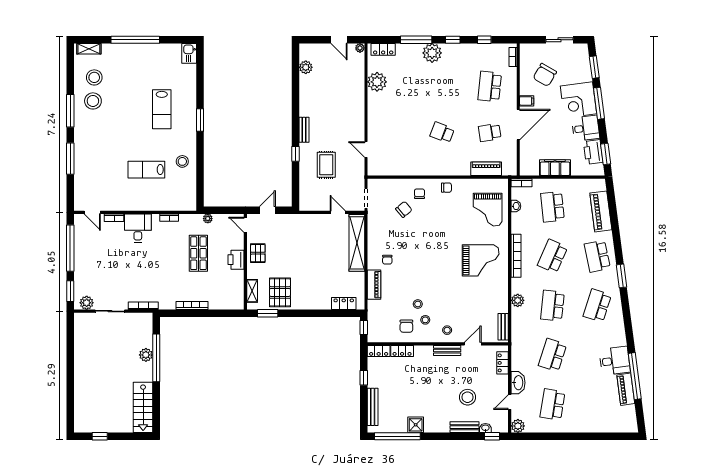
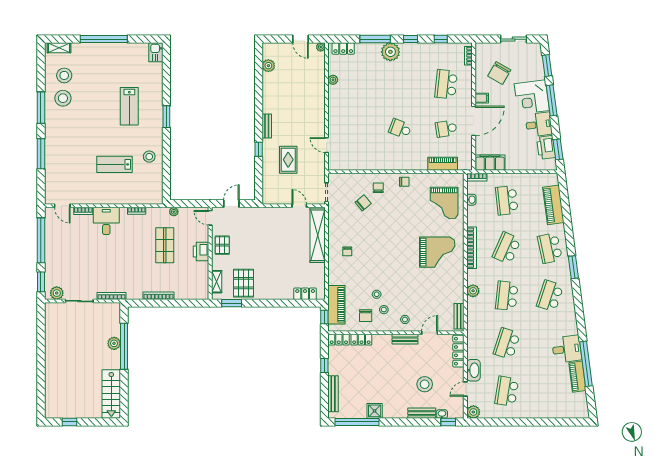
plant: (377, 82) -> (333, 80), width x0.53, depth x0.53
filing cabinet: (555, 168) -> (490, 163), moved
piano: (374, 285) -> (336, 305), moved, width x1.37, depth x1.33
locker: (503, 363) -> (458, 351), width x1.53

